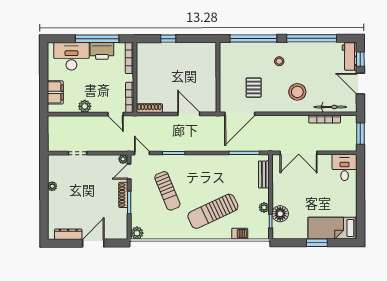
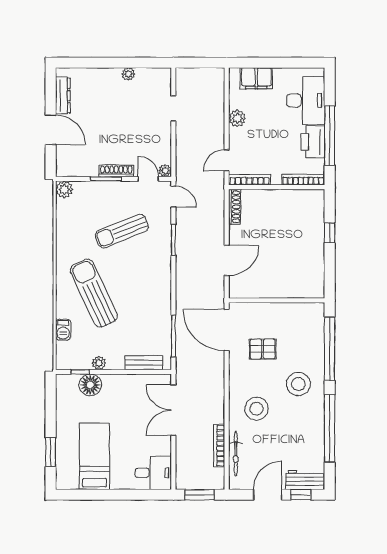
stool: (279, 61) -> (298, 384), width x1.89, depth x1.89
door: (142, 153) -> (173, 197), hinge flipped
bed: (333, 228) -> (94, 456), moved
window: (317, 243) -> (51, 452), moved

